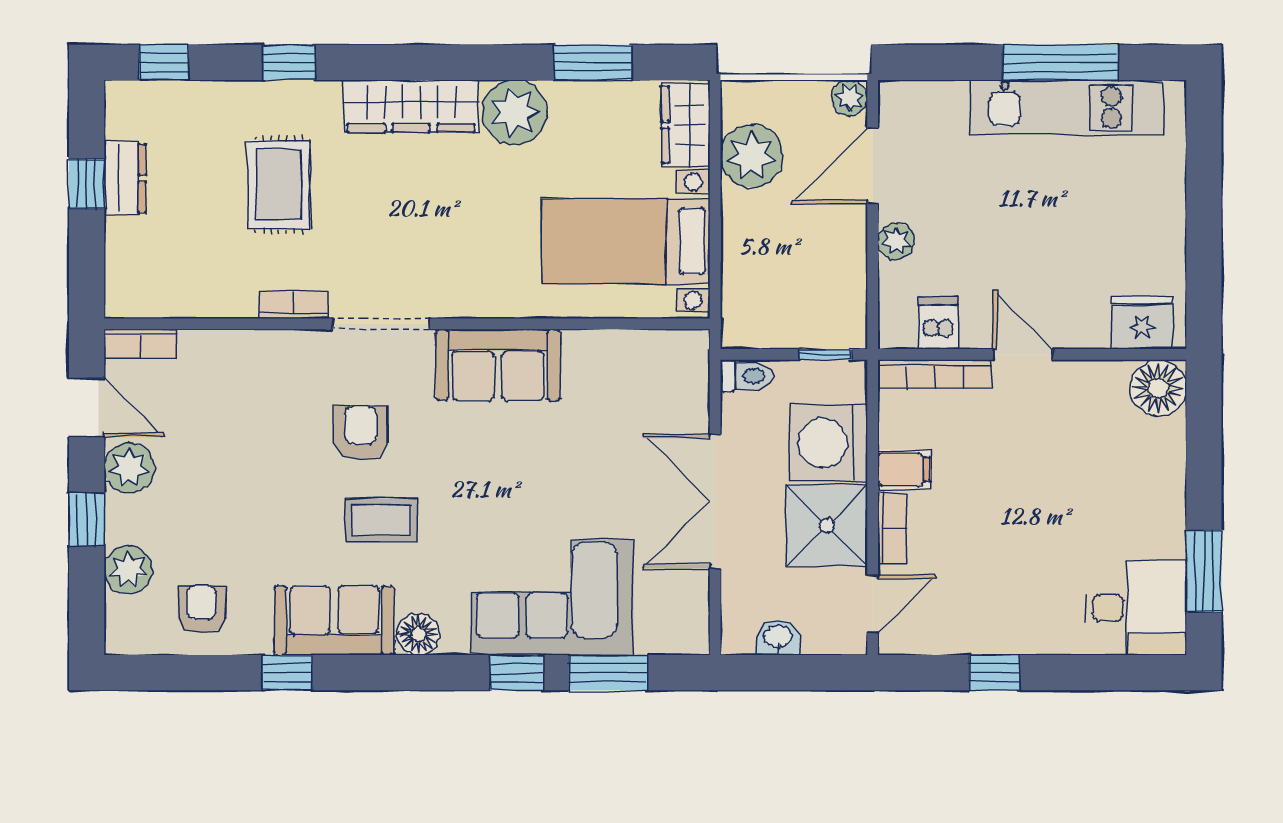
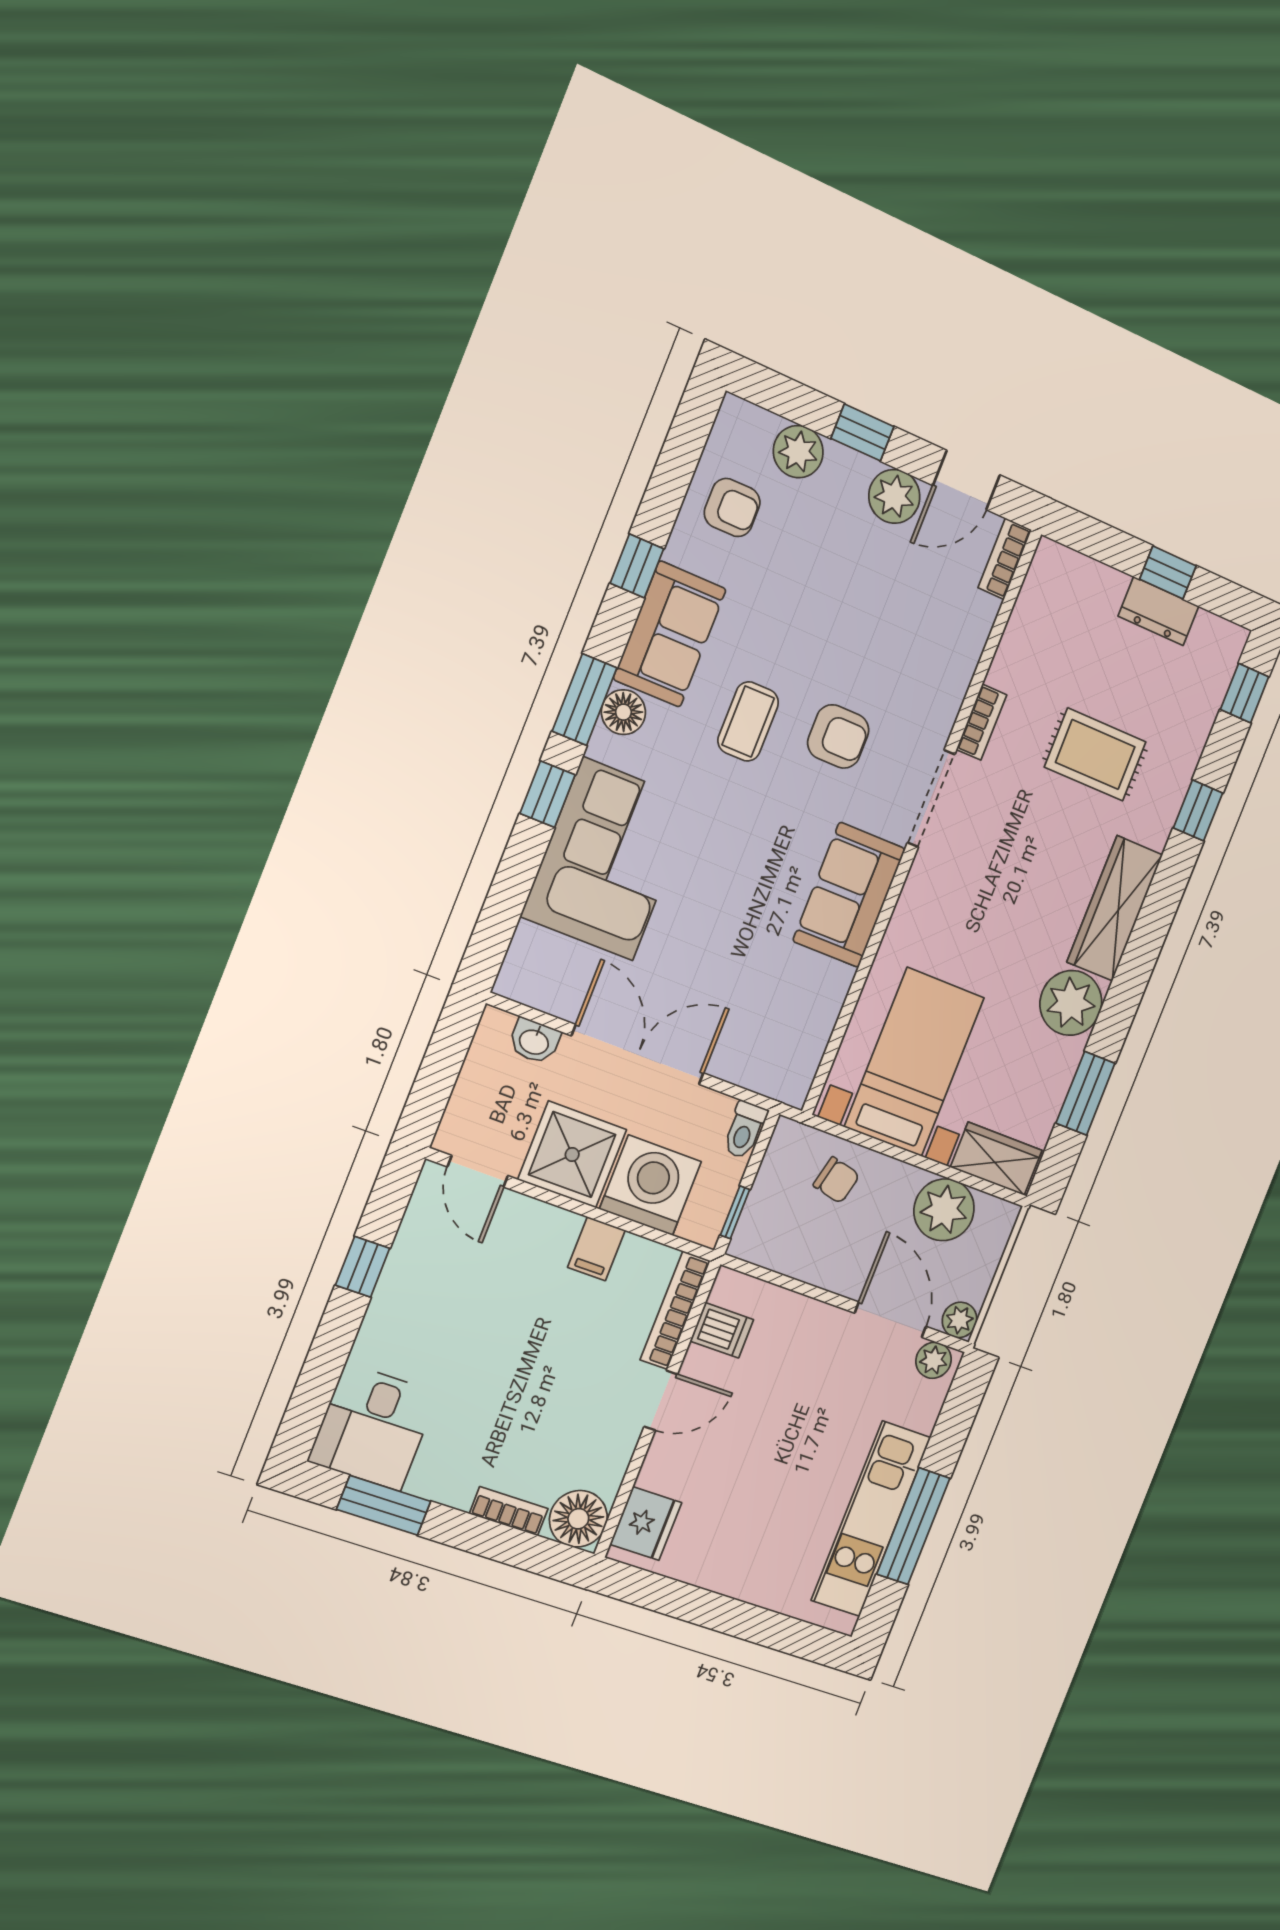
plant: (896, 241) -> (934, 1360), moved
chair: (761, 271) -> (836, 1180), added
bookcase: (892, 528) -> (509, 1511), moved, turned 180
washbasin: (778, 638) -> (534, 1041), moved, turned 90
window: (608, 673) -> (585, 700), moved

